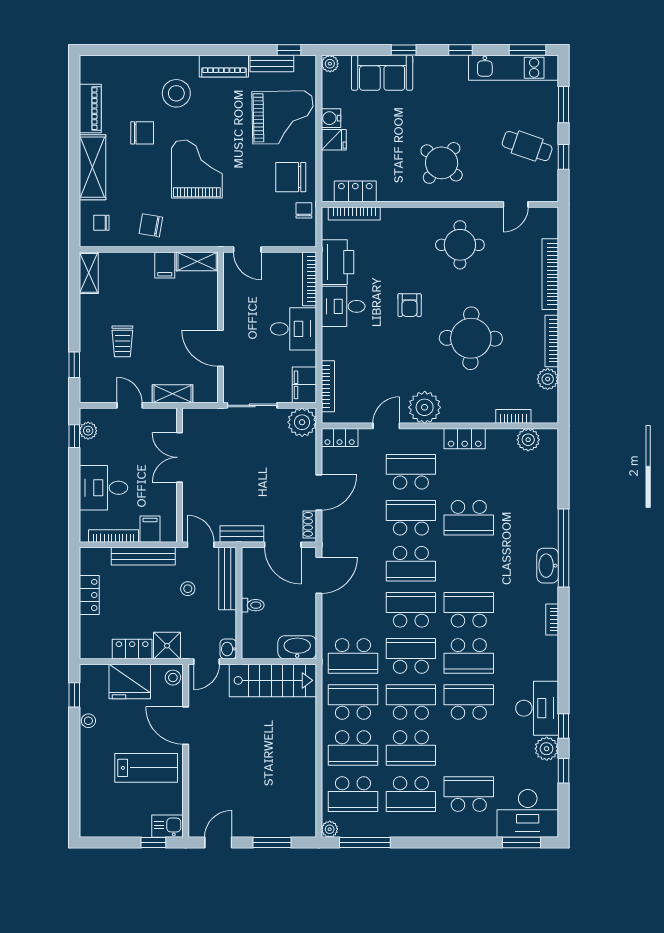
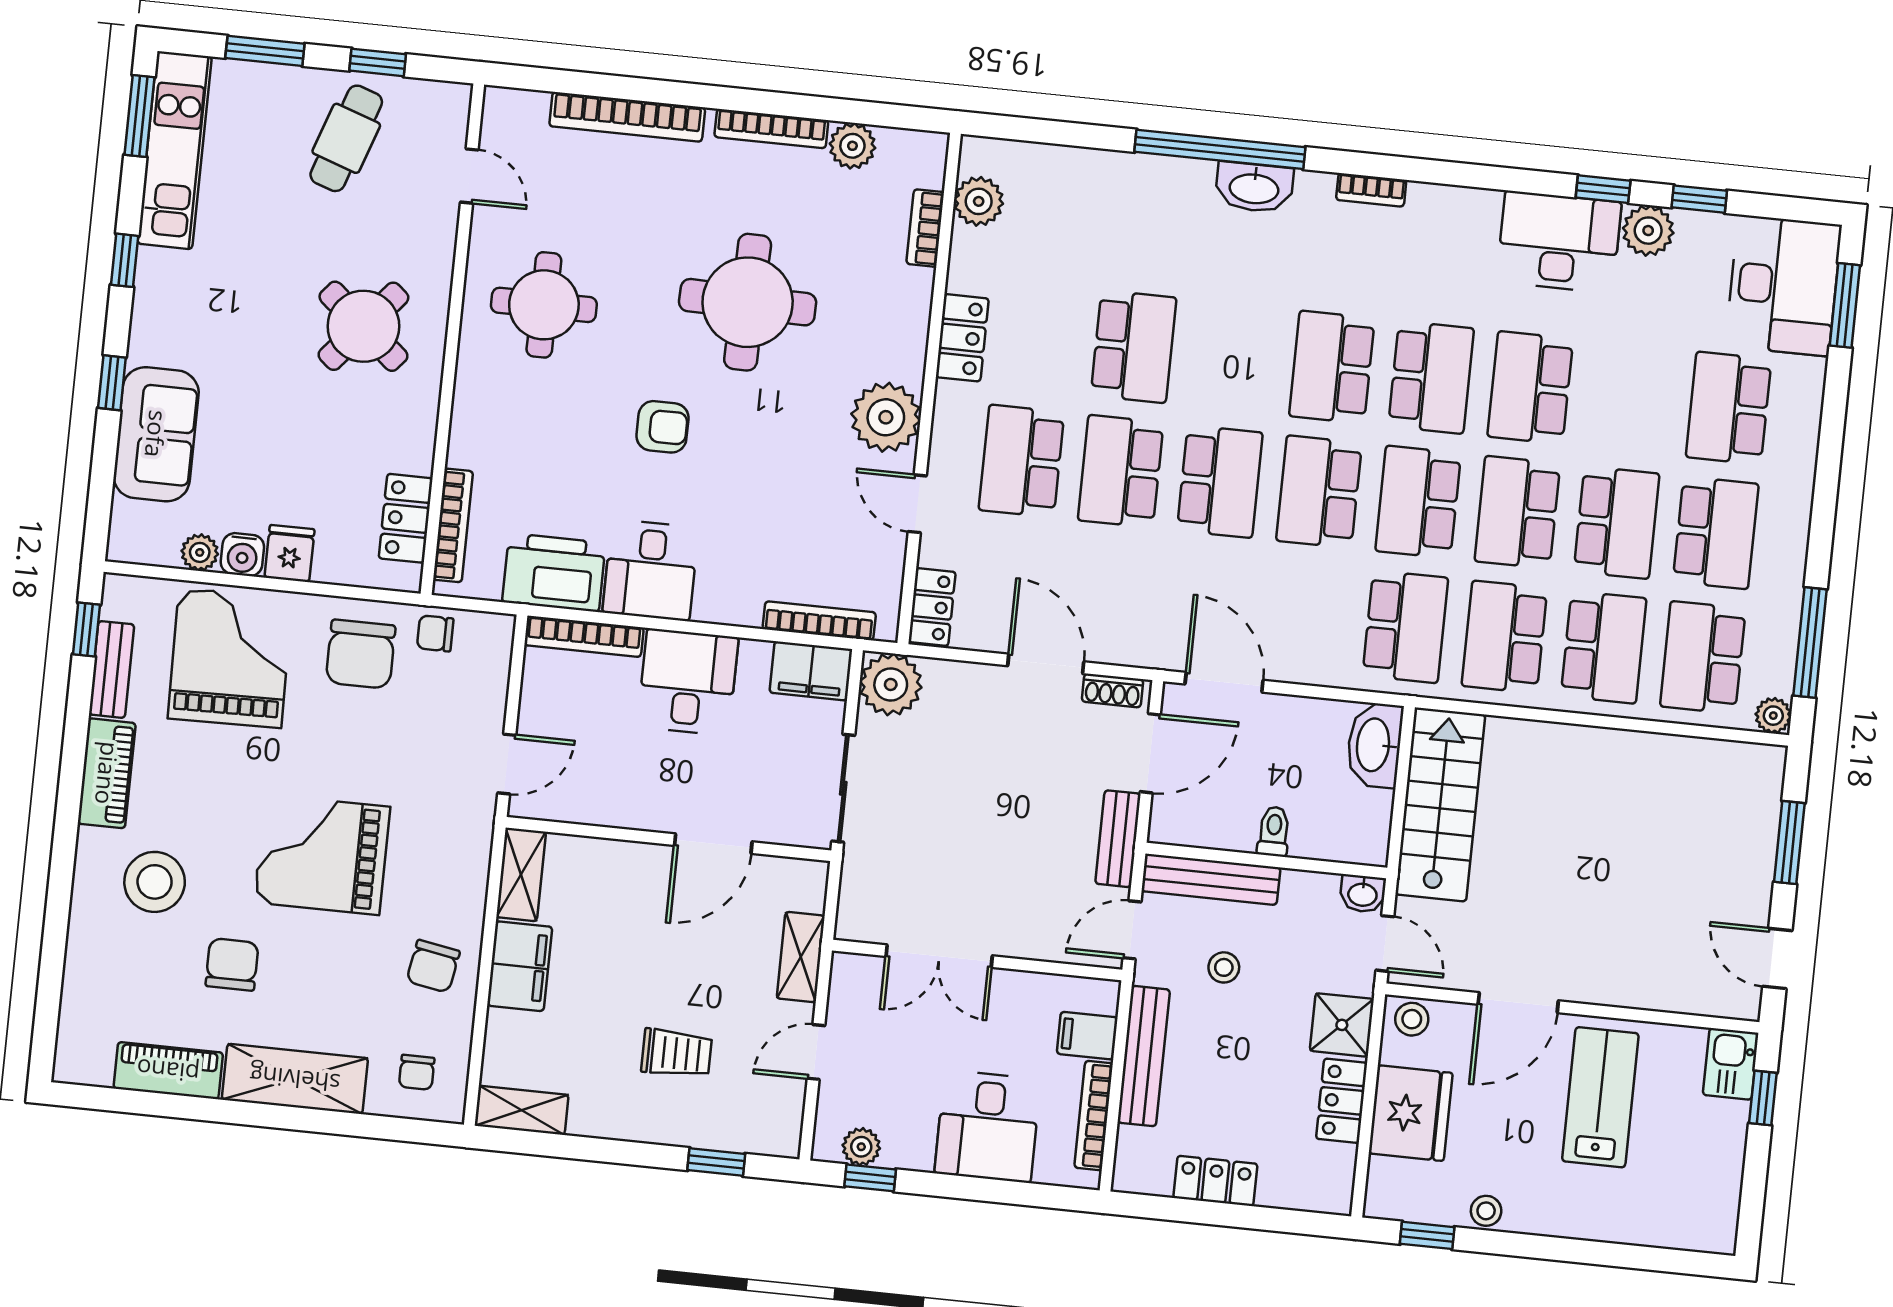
plant: (330, 64) -> (200, 552), moved
filing cabinet: (165, 265) -> (520, 966), width x2.00
school desk: (353, 794) -> (1703, 657), turned 180

